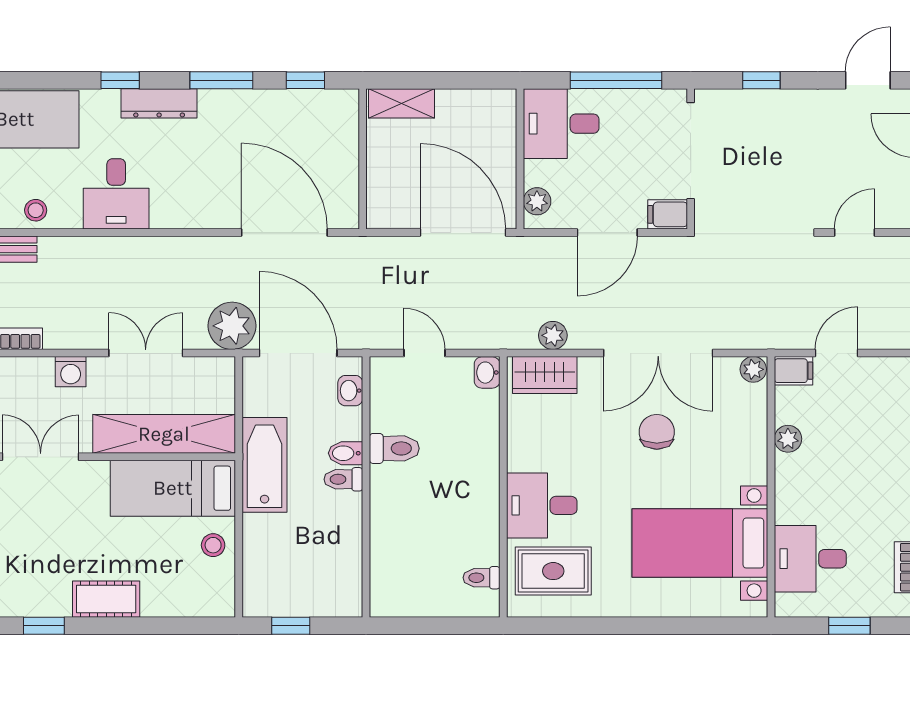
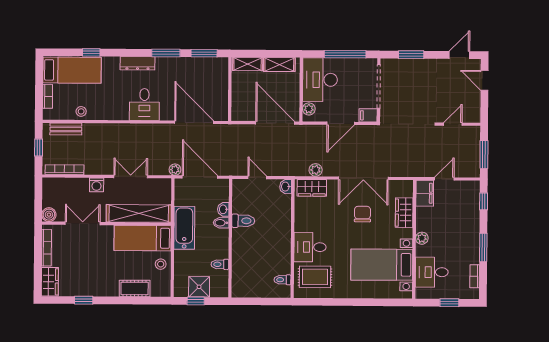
window: (120, 80) -> (91, 52), moved
window: (305, 80) -> (204, 53), width x1.50
window: (761, 80) -> (411, 55), width x1.50
shelving: (471, 104) -> (279, 65), added
desk: (561, 124) -> (320, 80), width x1.37
desk: (116, 194) -> (144, 104), moved
plant: (232, 326) -> (175, 170), width x0.53, depth x0.53
plant: (753, 369) -> (406, 186), removed
filing cabinet: (793, 371) -> (425, 193), width x2.00
washbasin: (350, 391) -> (223, 209), moved
wardrobe: (749, 428) -> (404, 213), added
plant: (788, 439) -> (422, 238), moved
toilet: (343, 479) -> (220, 264), moved
shower: (298, 595) -> (199, 287), added
cot: (106, 599) -> (135, 288), moved

